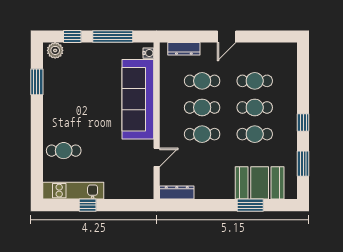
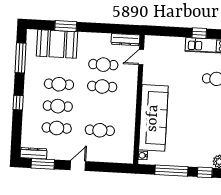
window: (269, 37) -> (43, 164), added
dresser: (184, 49) -> (34, 153), moved
cafe table: (202, 107) -> (103, 65), moved
window: (303, 122) -> (18, 103), moved
door: (157, 157) -> (141, 57), moved
window: (303, 164) -> (20, 58), width x1.44

